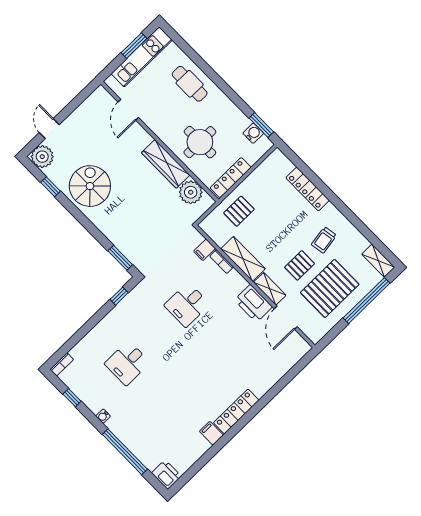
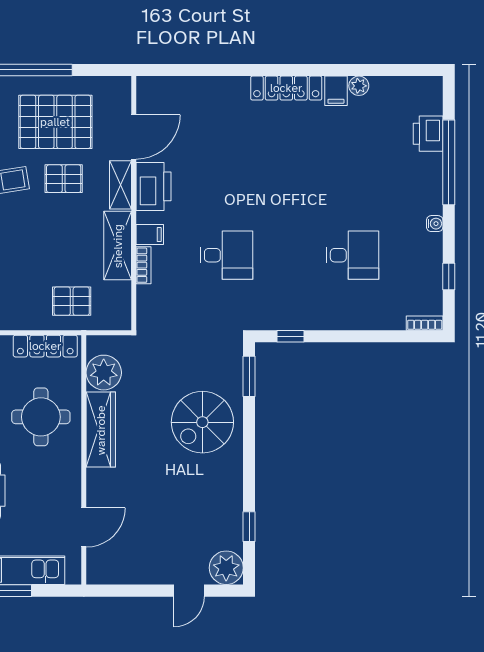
spiral stairs: (90, 186) -> (202, 422), moved
filing cabinet: (204, 250) -> (150, 235), moved
plant: (203, 446) -> (359, 86), added
printer: (166, 475) -> (428, 134), moved

